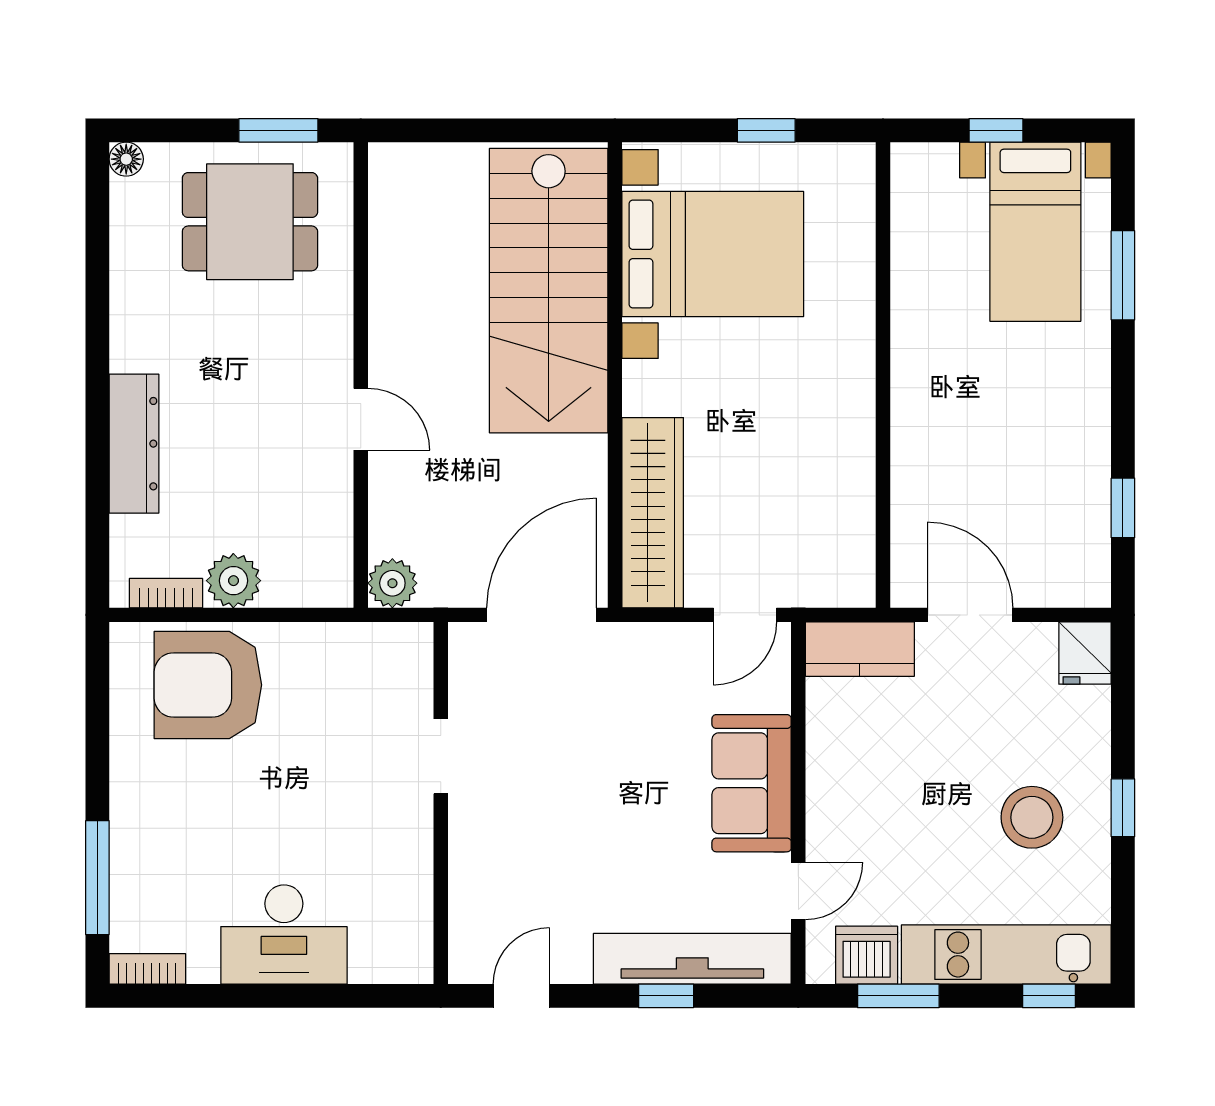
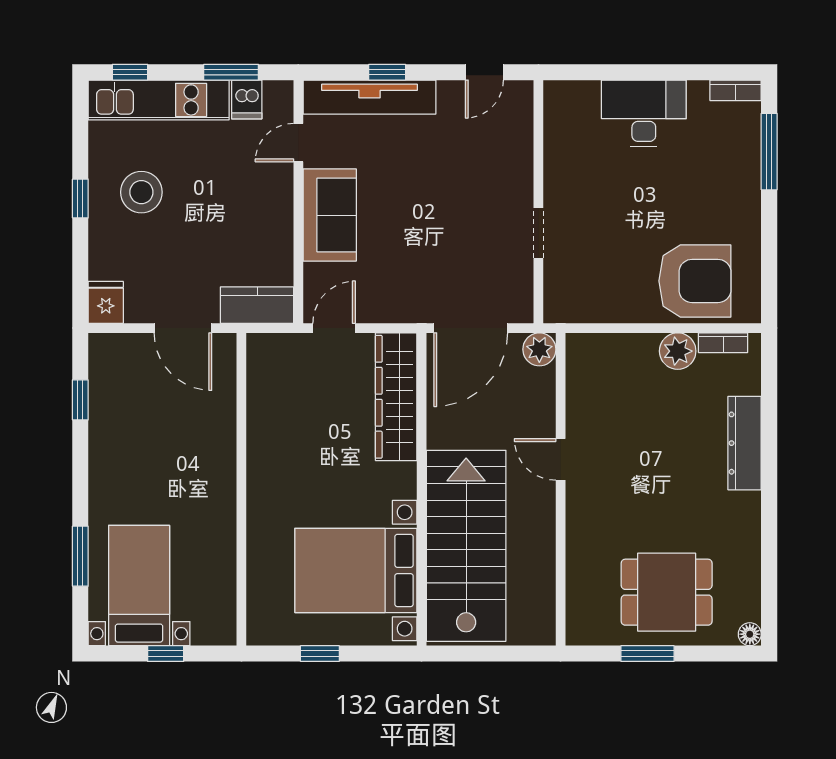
wall: (361, 375) -> (561, 489), moved
door: (361, 419) -> (561, 459), moved
plant: (392, 583) -> (539, 349), moved
dishwasher: (867, 955) -> (247, 100), width x0.73

